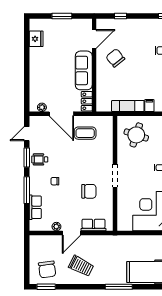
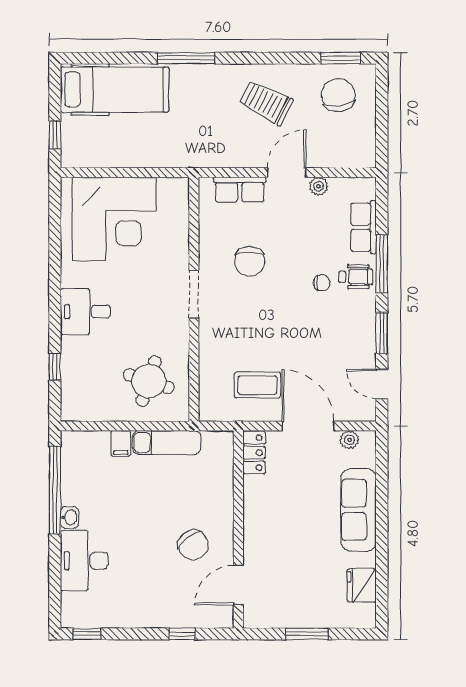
sofa: (84, 70) -> (359, 510), moved, turned 180
door: (27, 134) -> (382, 384), swing flipped
wheelchair: (40, 159) -> (356, 277), moved
chair: (89, 191) -> (250, 261), turned -90

